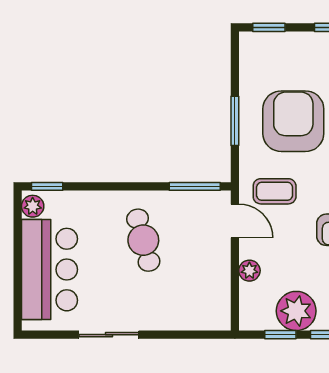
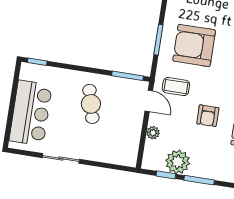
armchair: (293, 121) -> (194, 45), turned -90
plant: (33, 206) -> (26, 73), removed

